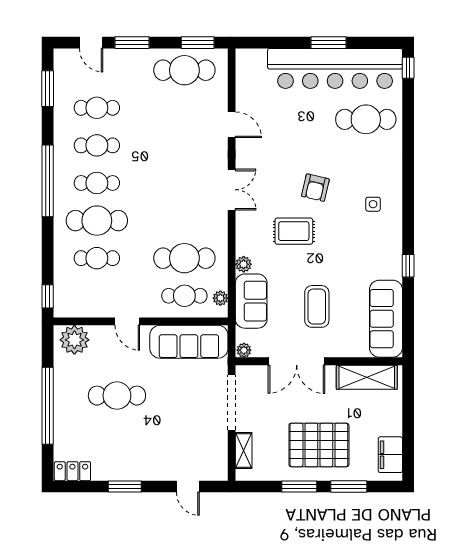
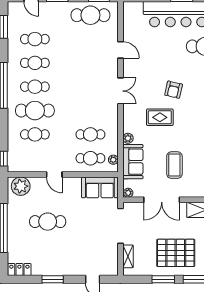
cafe table: (184, 258) -> (90, 134), width x0.73, depth x0.74
sofa: (189, 342) -> (100, 187), width x0.73

